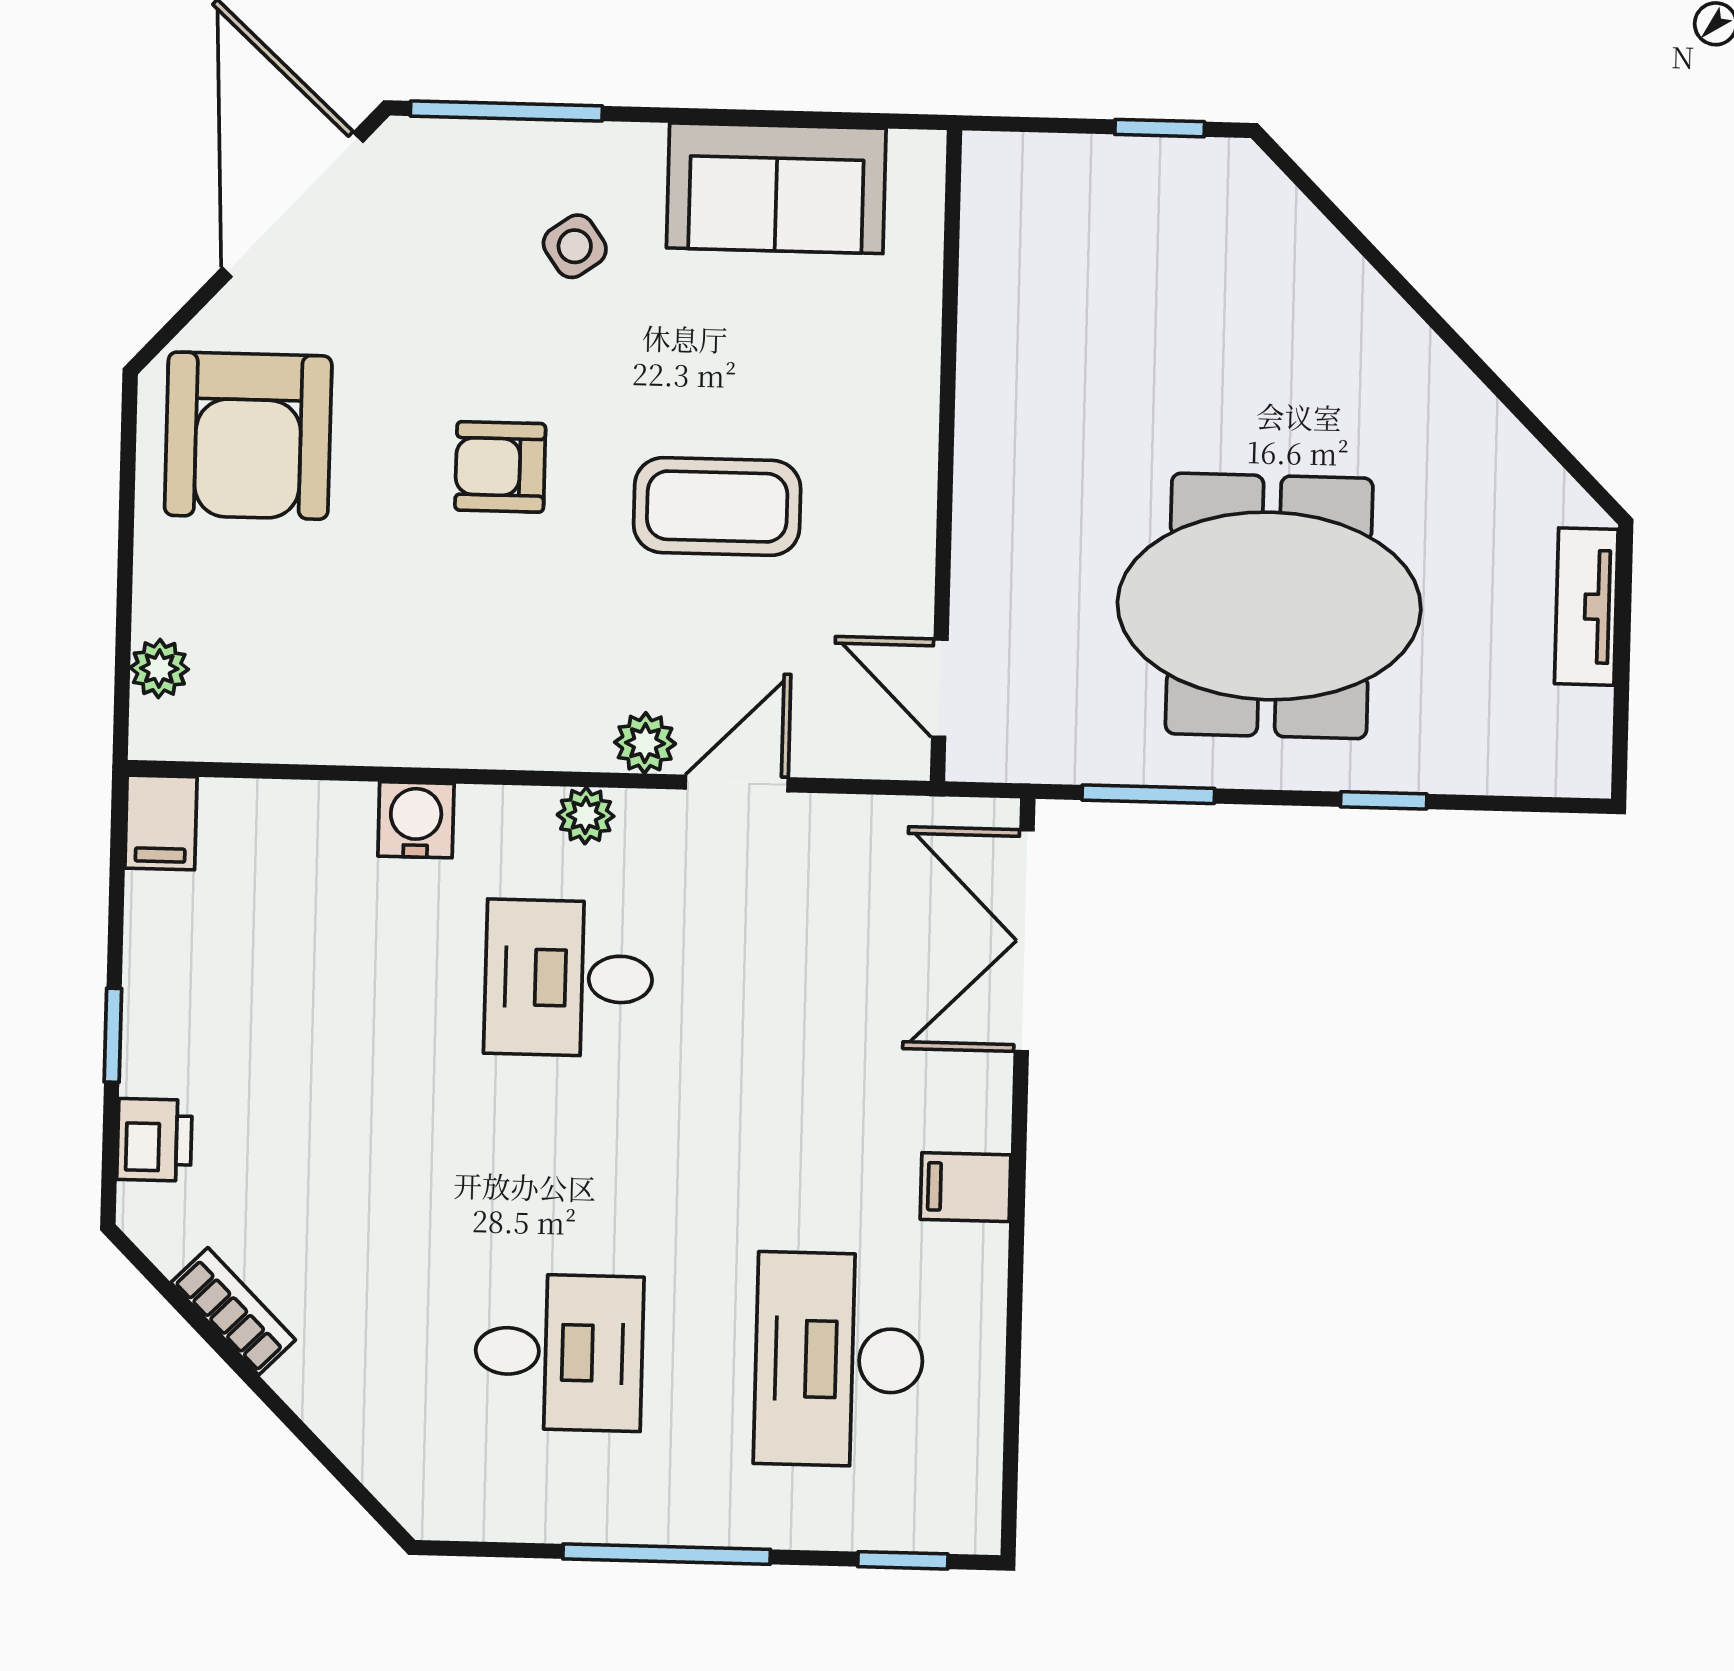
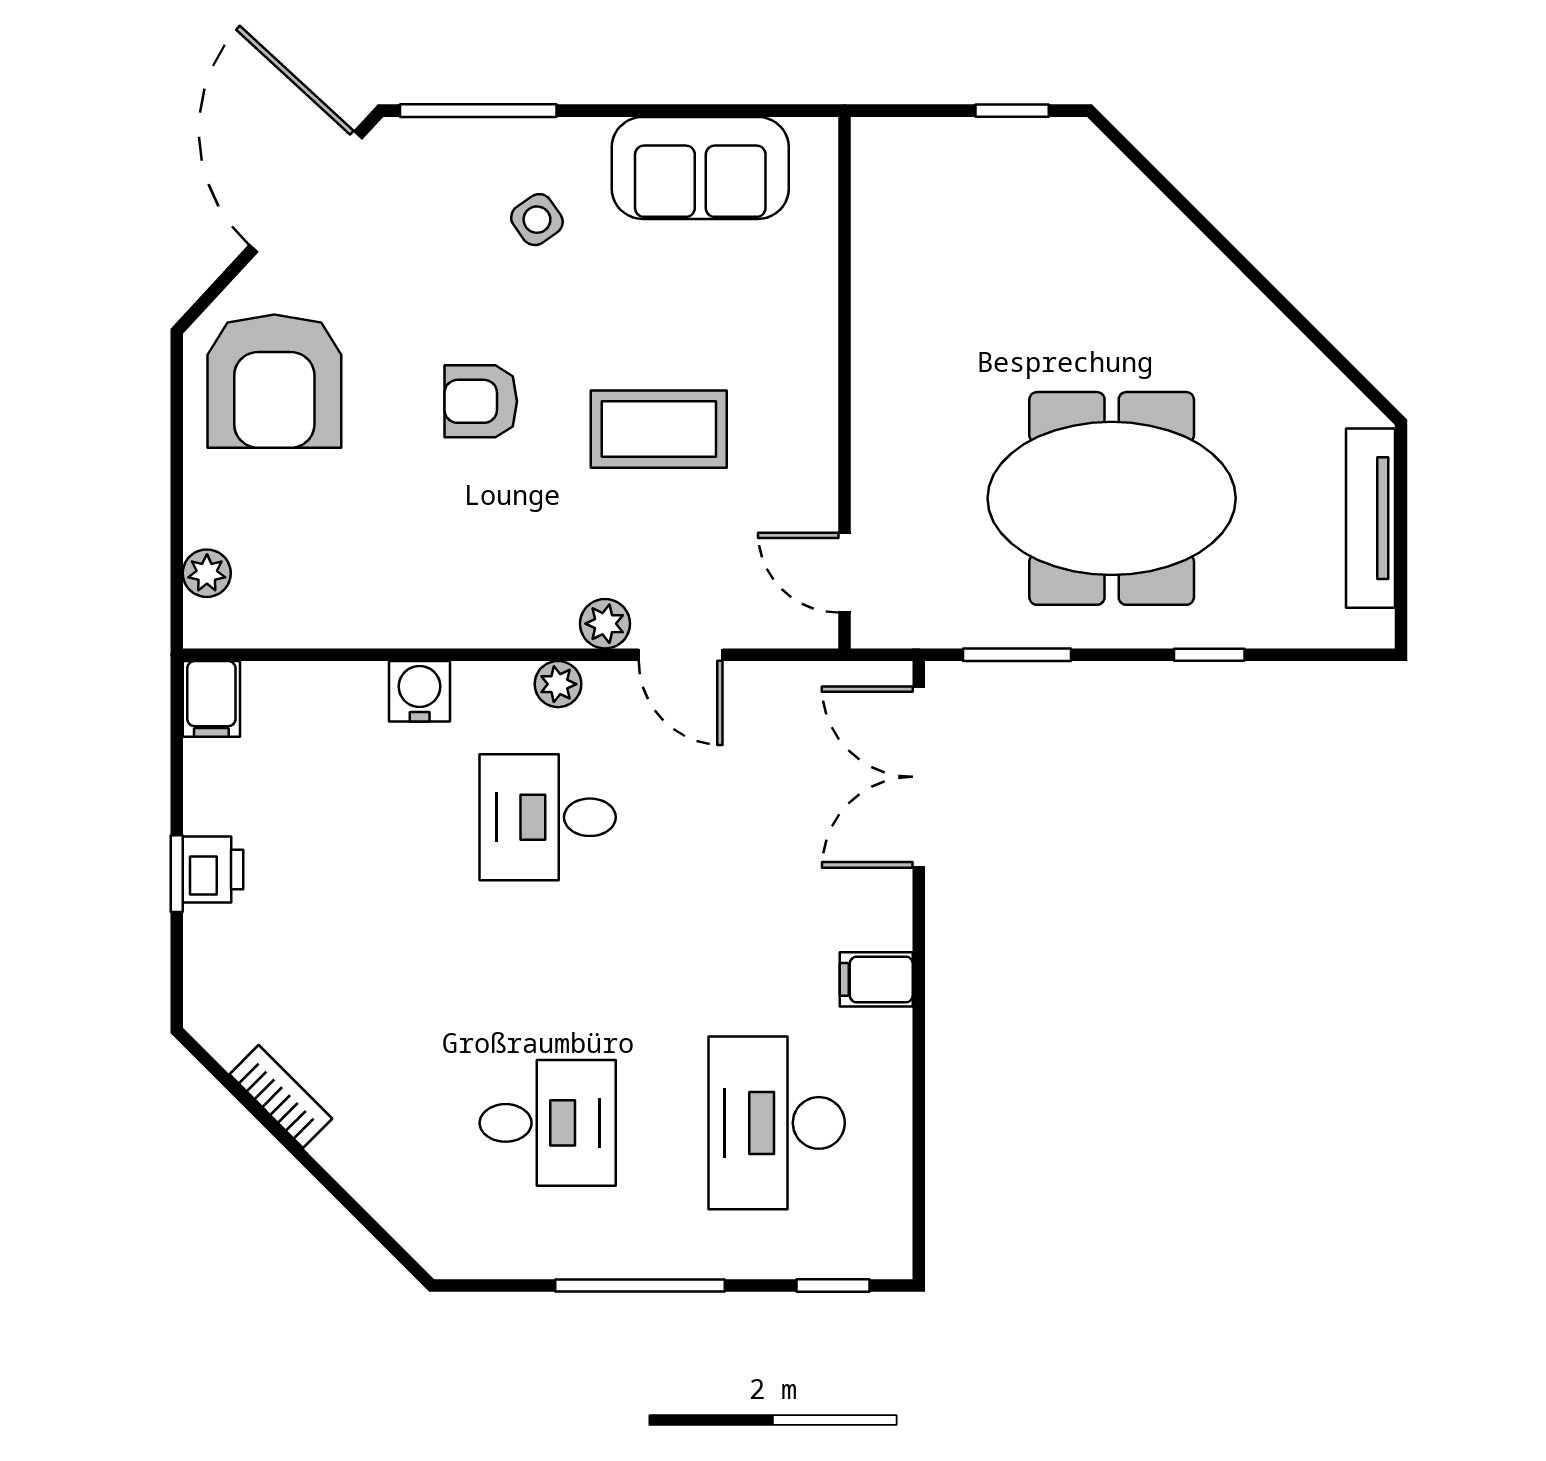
tv unit: (1586, 607) -> (1371, 518), width x1.41
door: (737, 783) -> (681, 655), swing flipped
printer: (155, 1140) -> (213, 870), moved

